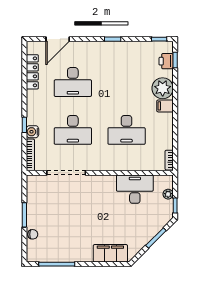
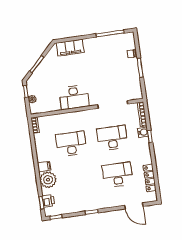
door: (58, 39) -> (134, 206), swing flipped
desk: (135, 189) -> (74, 97), moved

